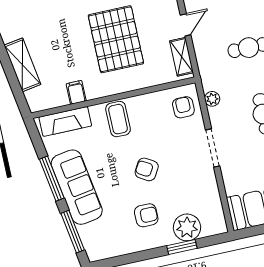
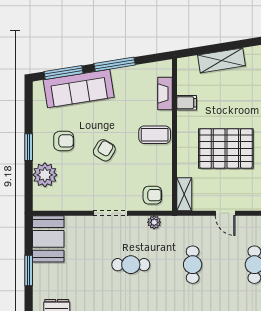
shelving: (182, 57) -> (184, 194), moved, turned 90
fireplace: (65, 121) -> (165, 93), width x0.73, depth x0.76
sofa: (77, 187) -> (79, 89), moved
armchair: (146, 215) -> (64, 141), turned -90
window: (182, 247) -> (29, 147), moved

